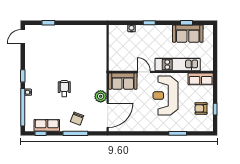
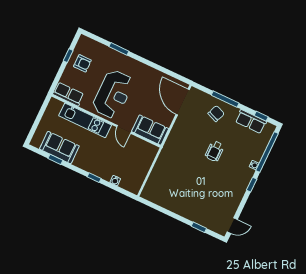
plant: (101, 96) -> (181, 125), removed
door: (108, 115) -> (183, 102), hinge flipped

